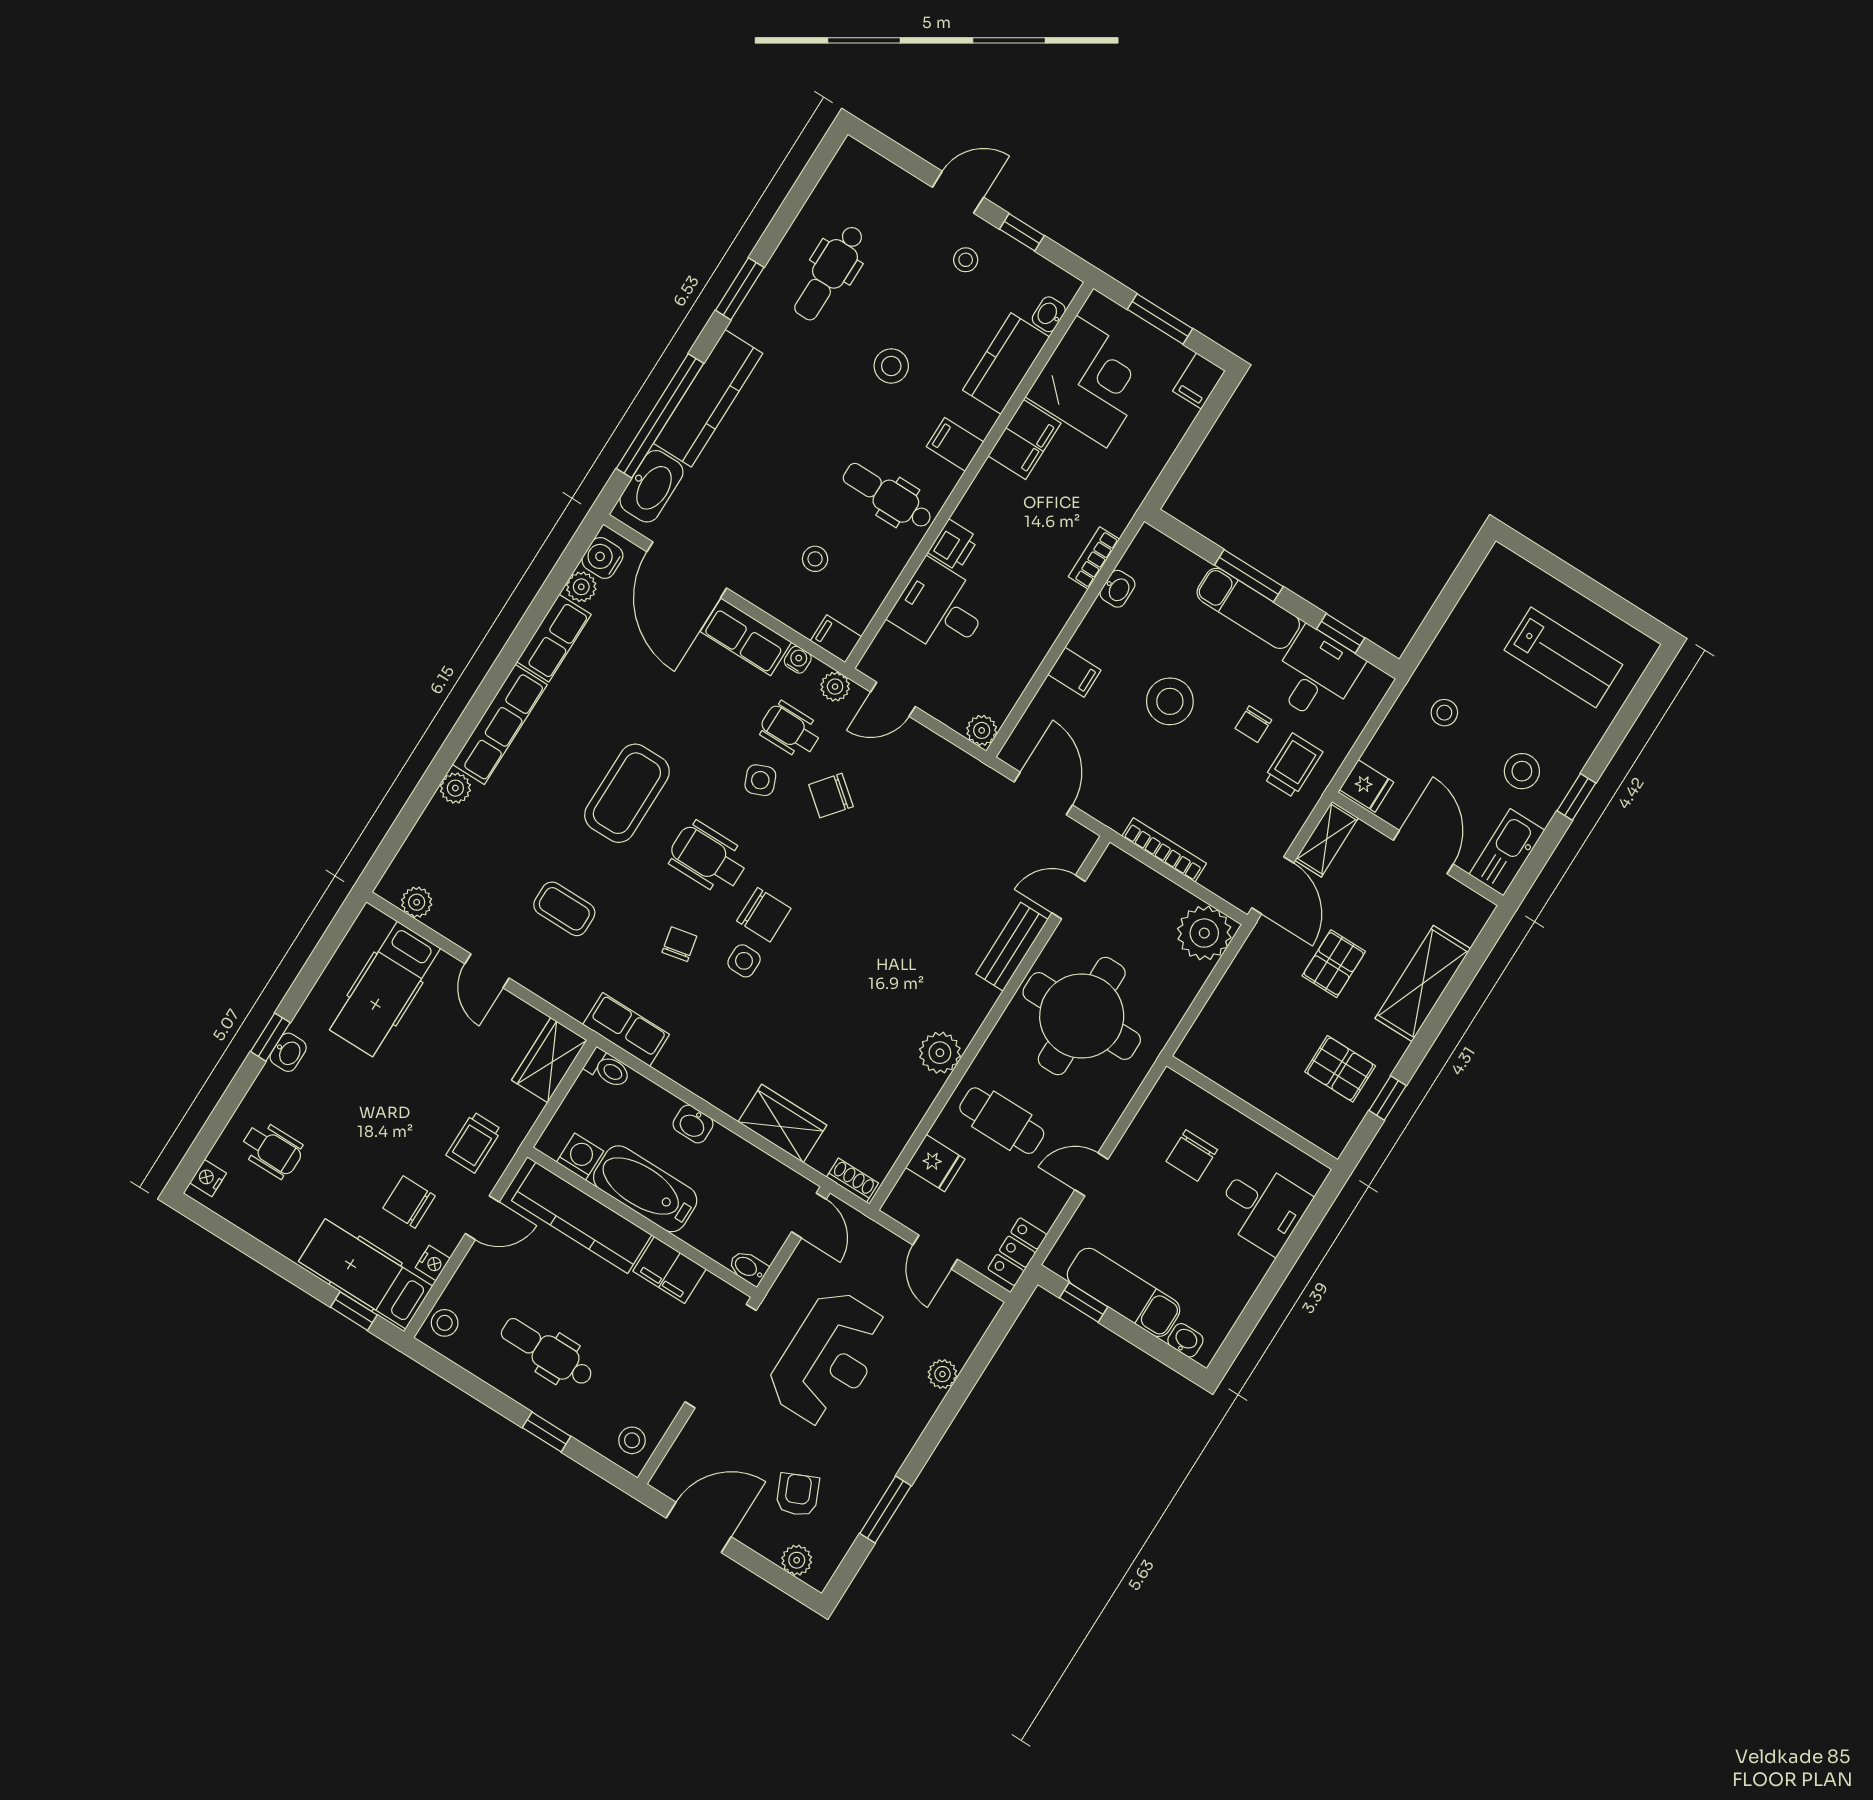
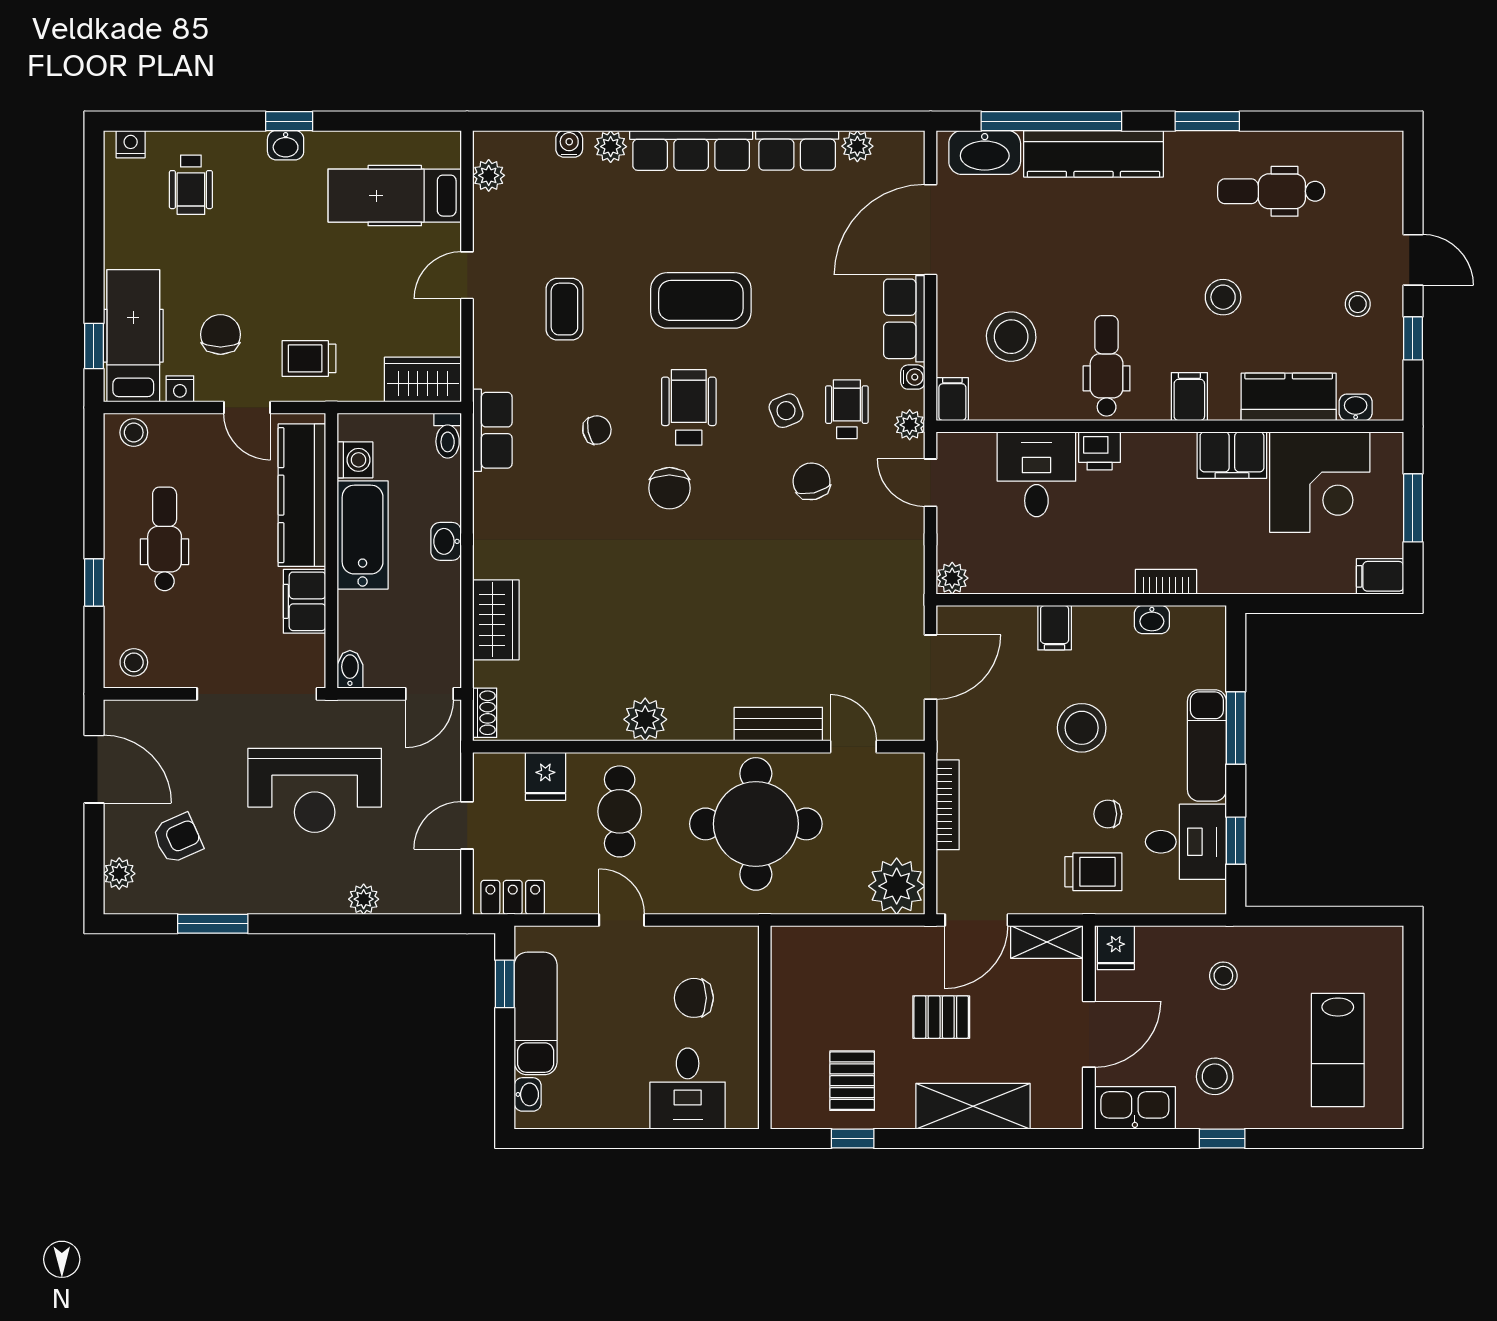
water cooler: (602, 558) -> (569, 144), moved, width x0.72, depth x0.72
stool: (815, 559) -> (1011, 337), width x1.89, depth x1.89
chair: (831, 796) -> (812, 481), turned 38
side table: (744, 961) -> (618, 496), removed

